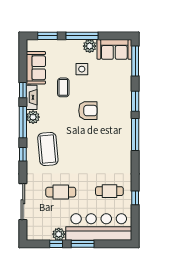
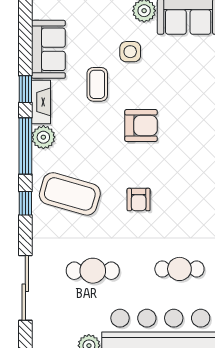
coffee table: (48, 149) -> (70, 194), turned -69
armchair: (87, 152) -> (139, 200), added

